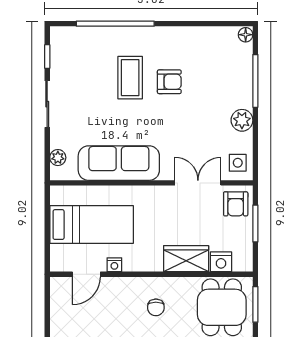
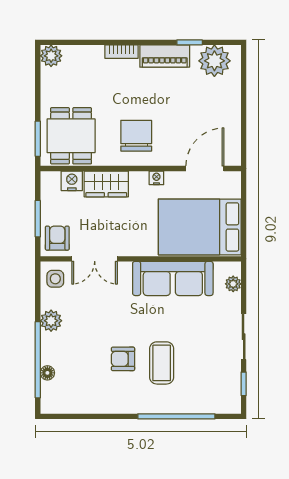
floor lamp: (246, 35) -> (47, 373), moved
window: (255, 81) -> (38, 360), width x1.46
bed: (92, 225) -> (200, 227), width x1.50
nightstand: (114, 265) -> (156, 178), moved
door: (86, 274) -> (205, 168), width x1.38
chair: (156, 307) -> (136, 136), width x1.87, depth x1.87

